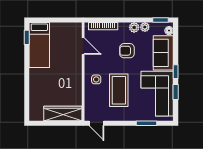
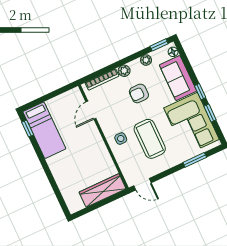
plant: (134, 27) -> (124, 71), moved
door: (83, 46) -> (91, 110), swing flipped

